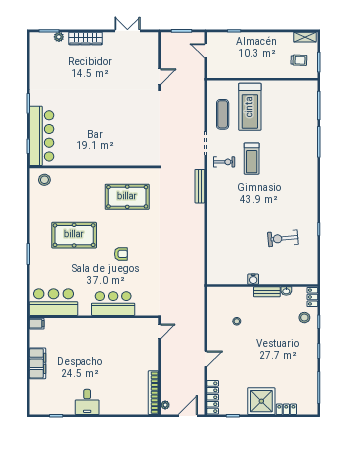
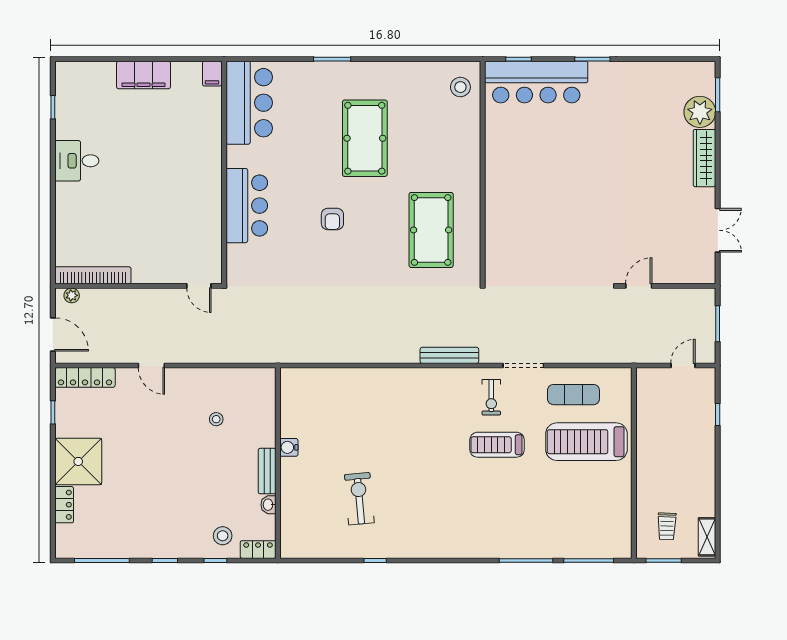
plant: (59, 37) -> (700, 112), width x1.88, depth x1.88
door: (160, 76) -> (639, 286), swing flipped

